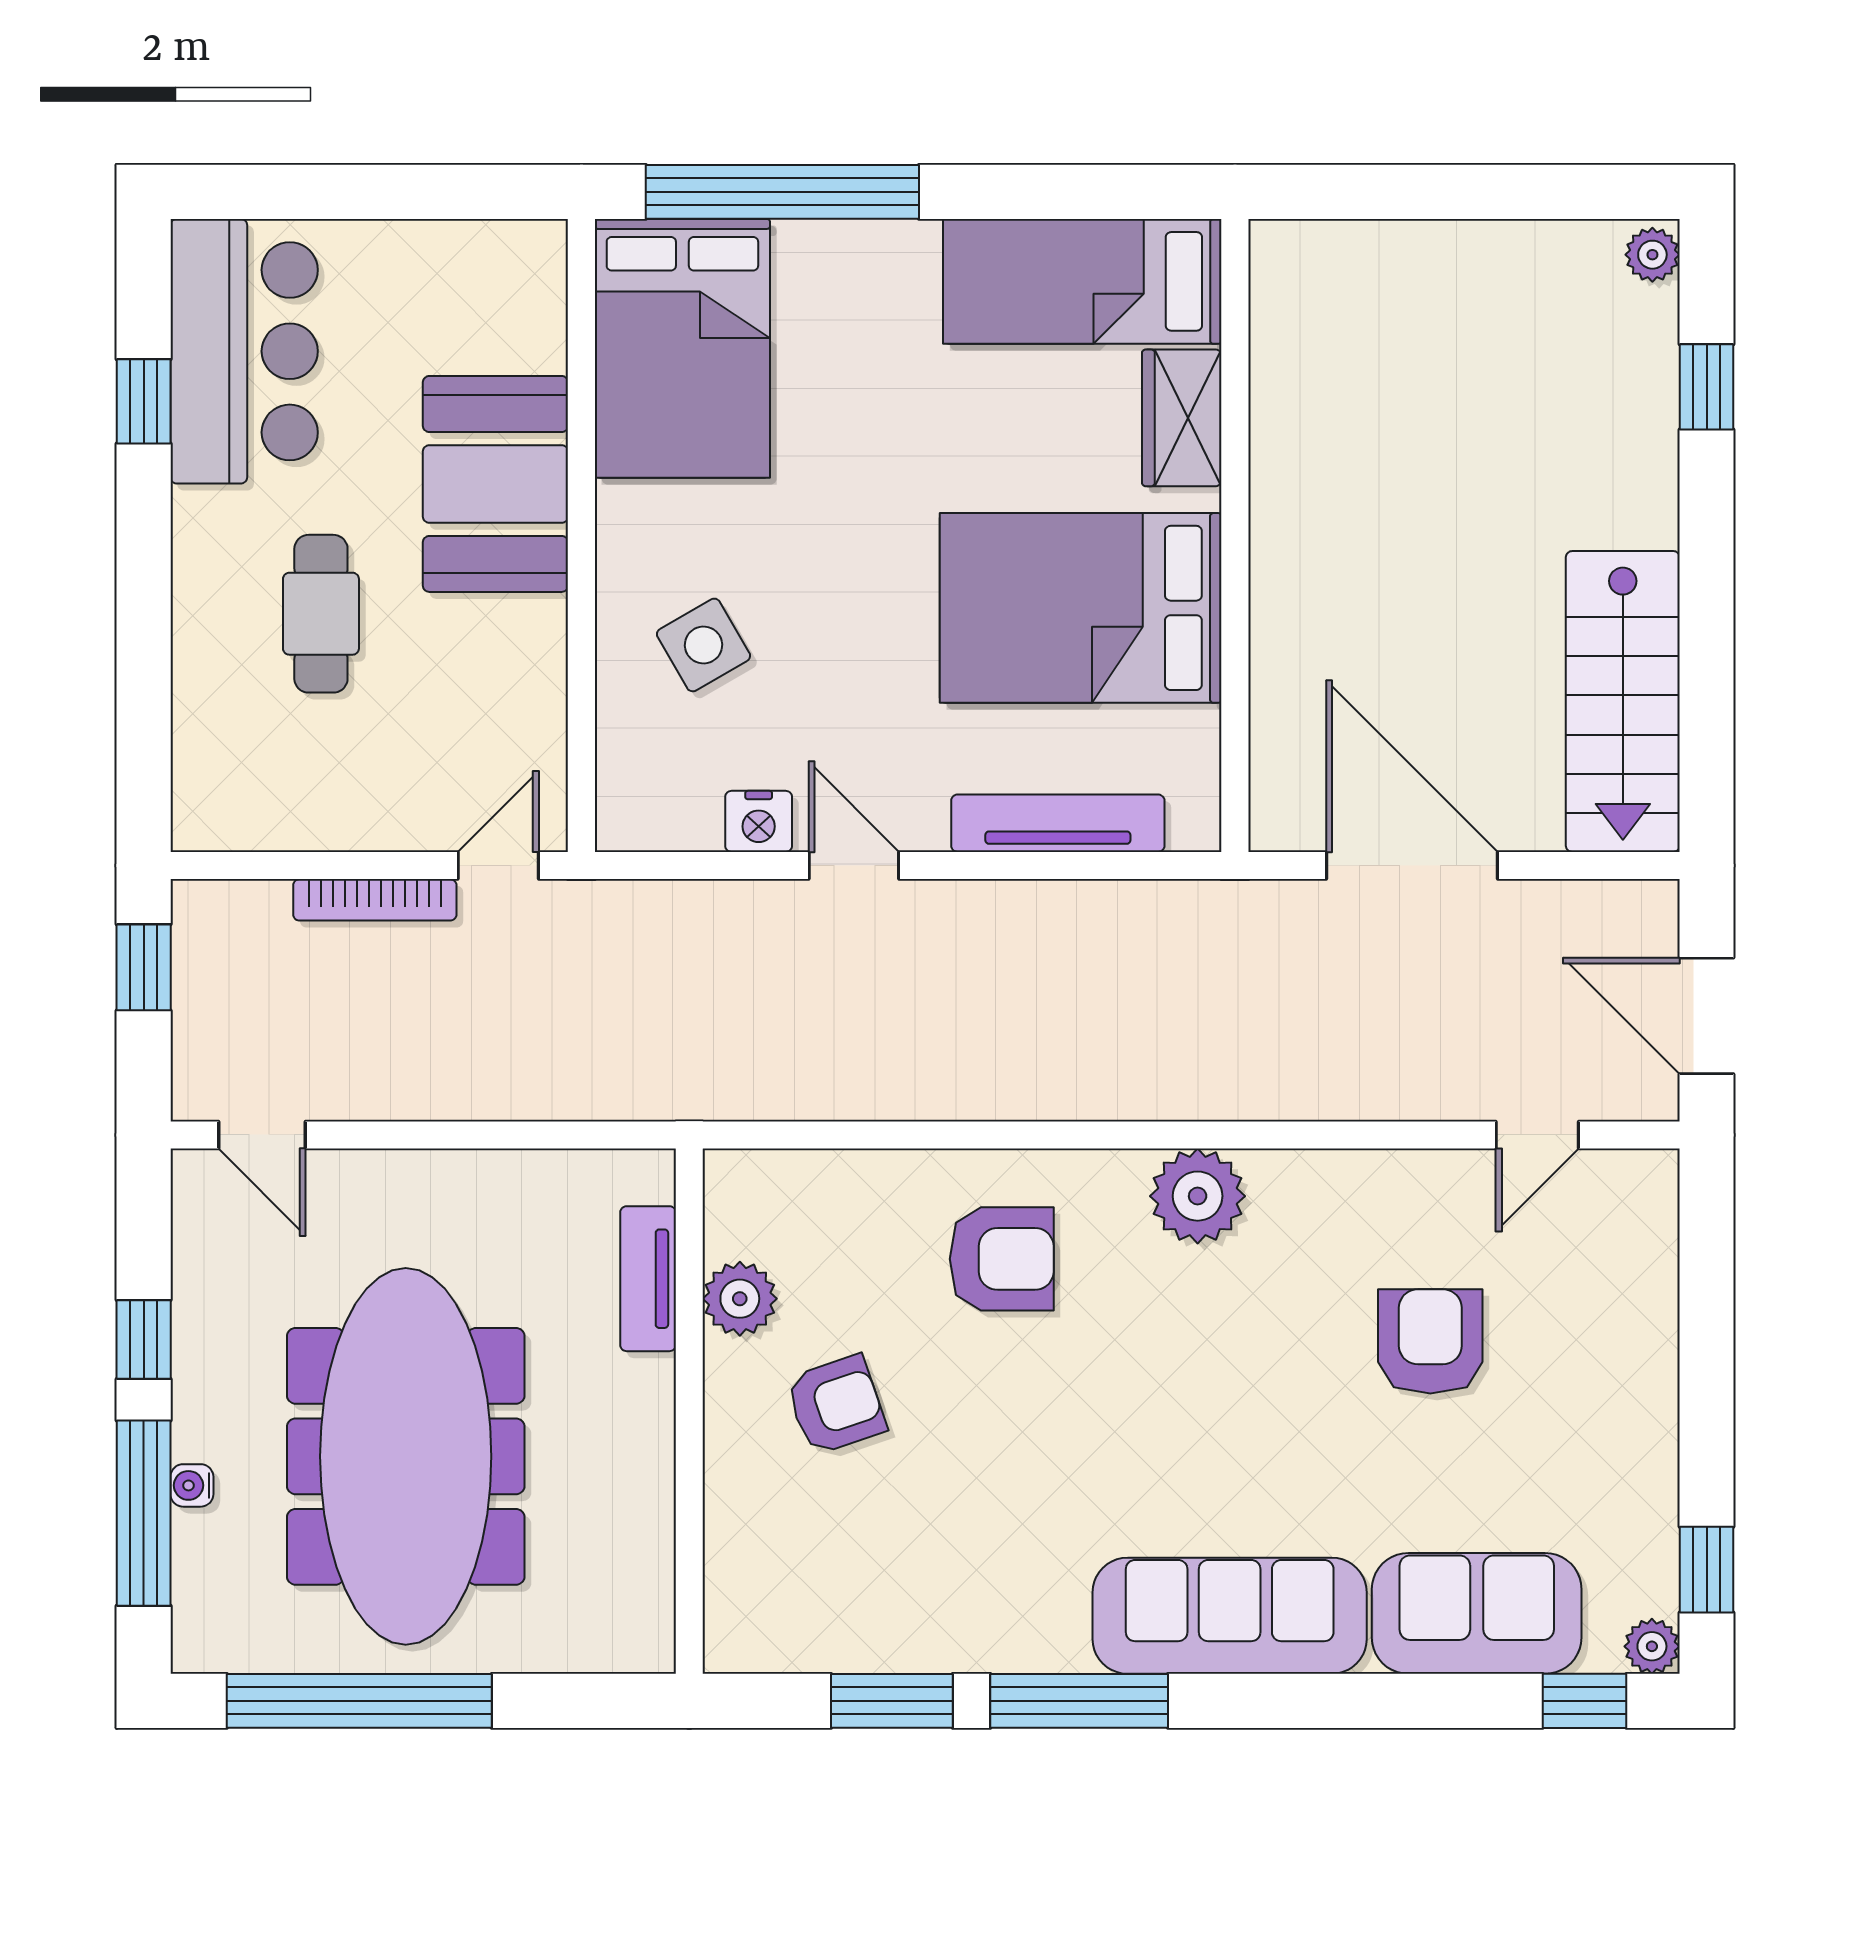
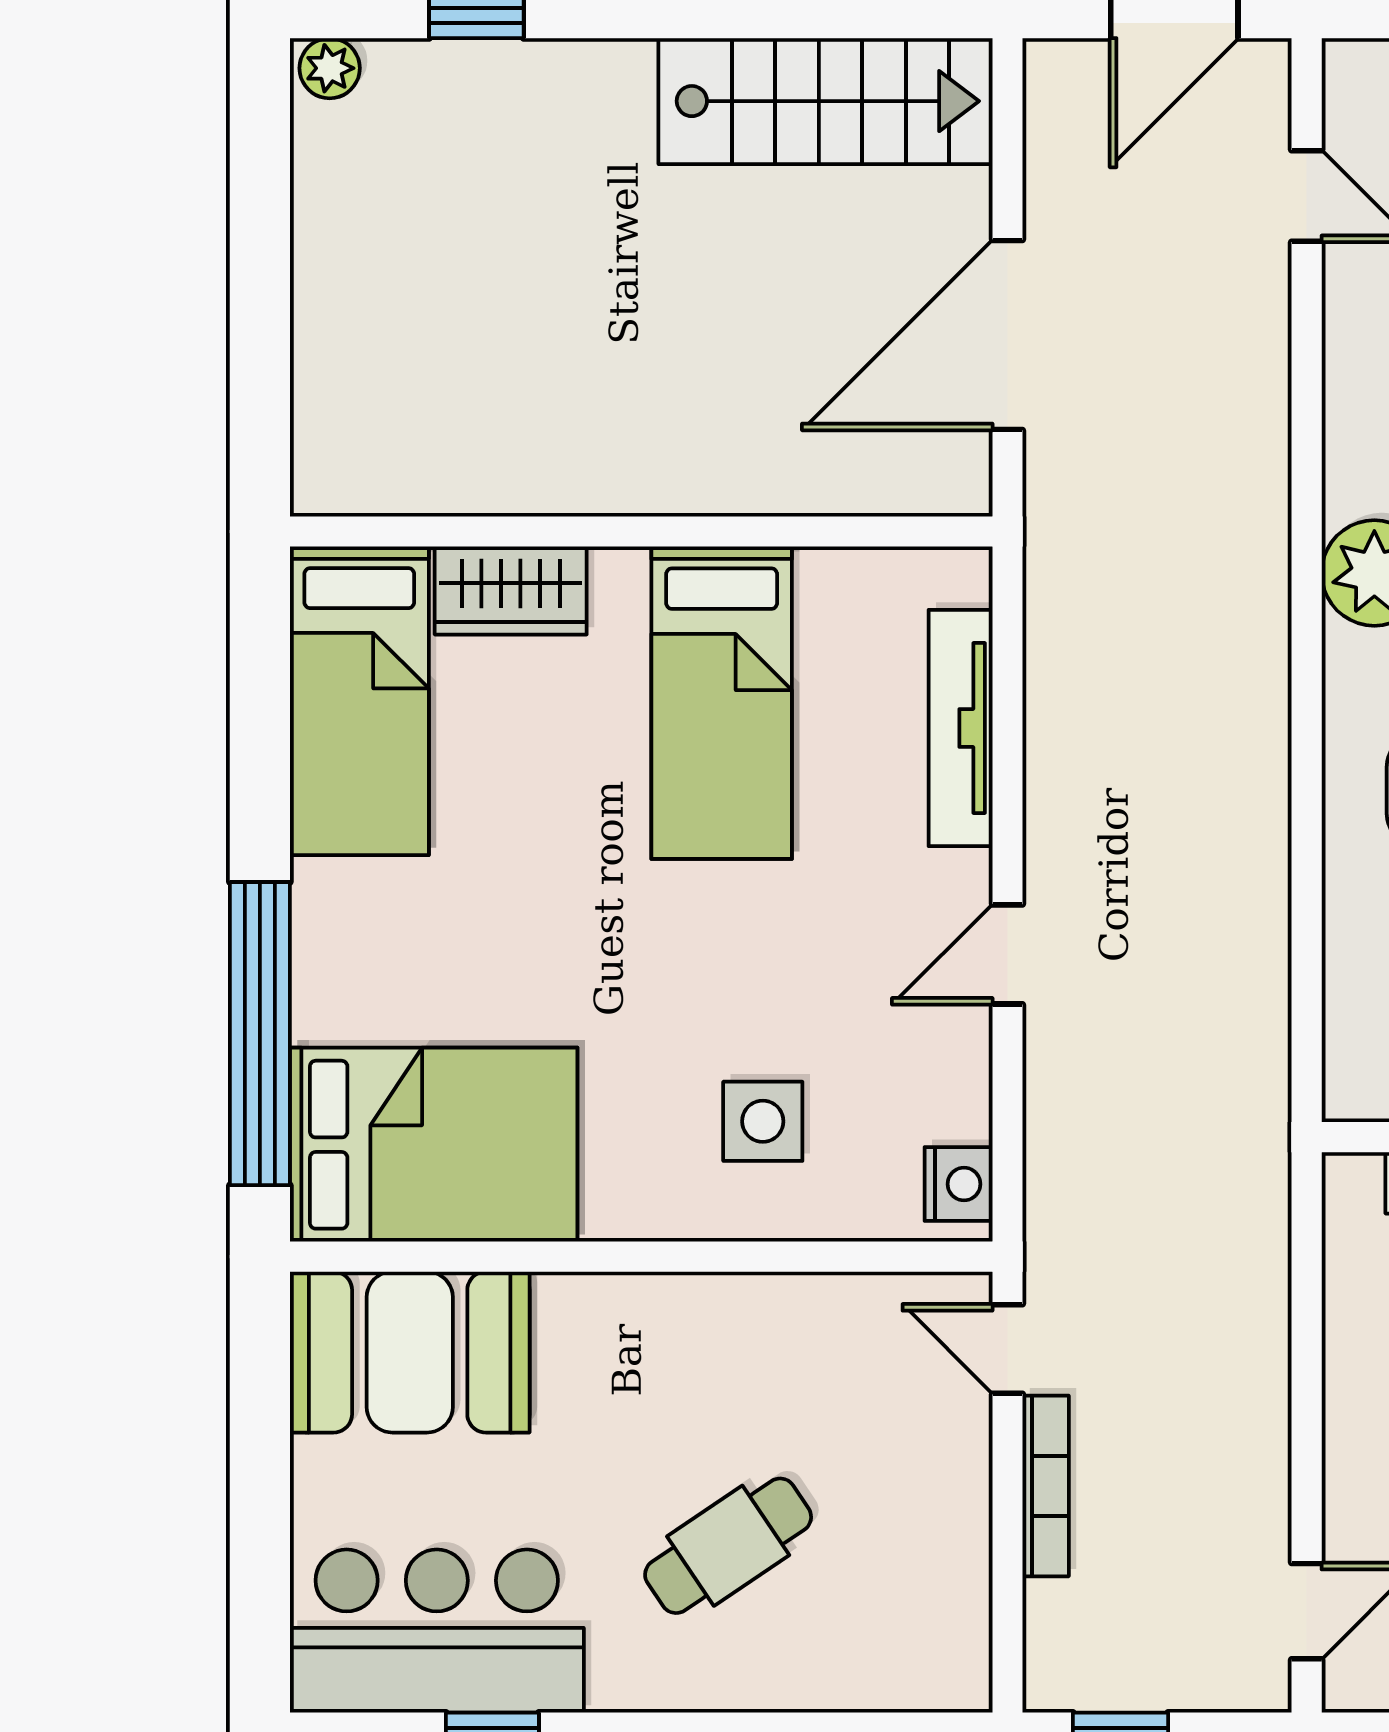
booth: (495, 484) -> (410, 1352), moved
bed: (1081, 608) -> (722, 703), width x0.67
cafe table: (321, 614) -> (728, 1546), turned -34
side table: (703, 645) -> (763, 1121), turned 30
nightstand: (759, 821) -> (959, 1184), moved

